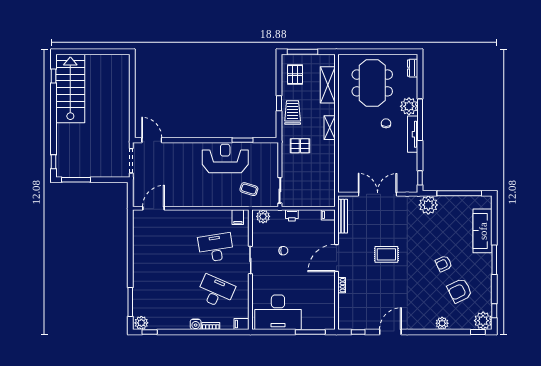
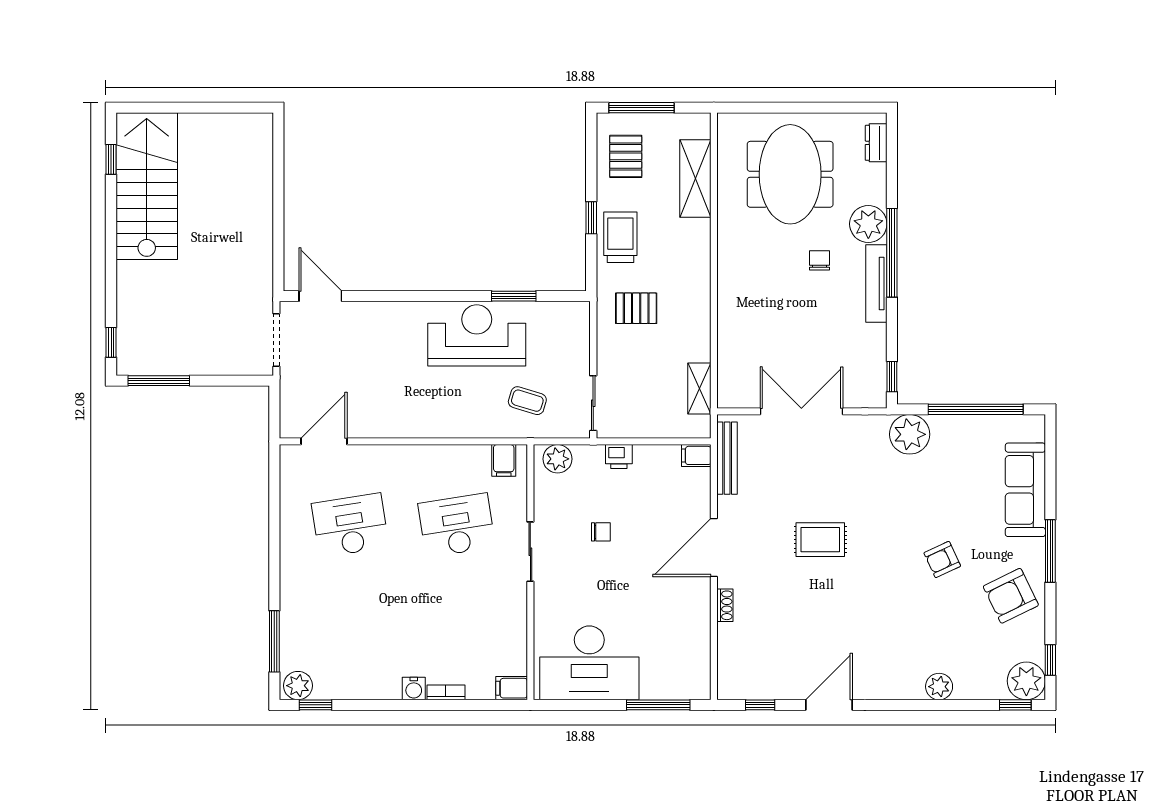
shelving: (330, 128) -> (699, 388), moved
armchair: (460, 291) -> (1011, 596), moved
desk: (216, 292) -> (350, 525), moved, turned -33

